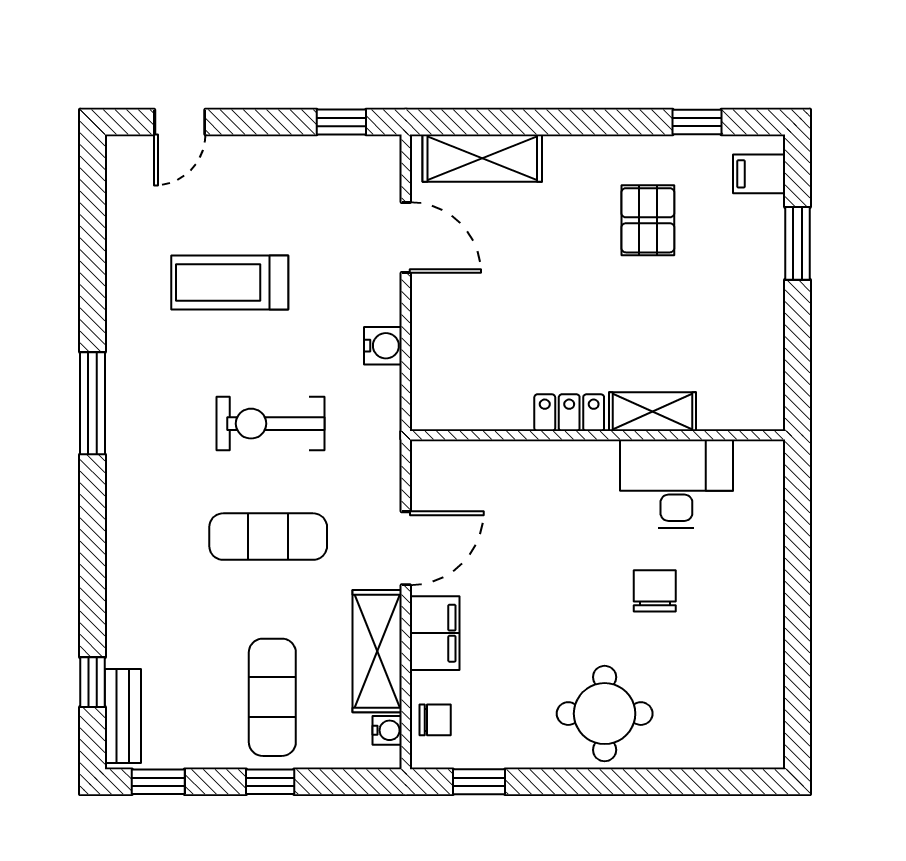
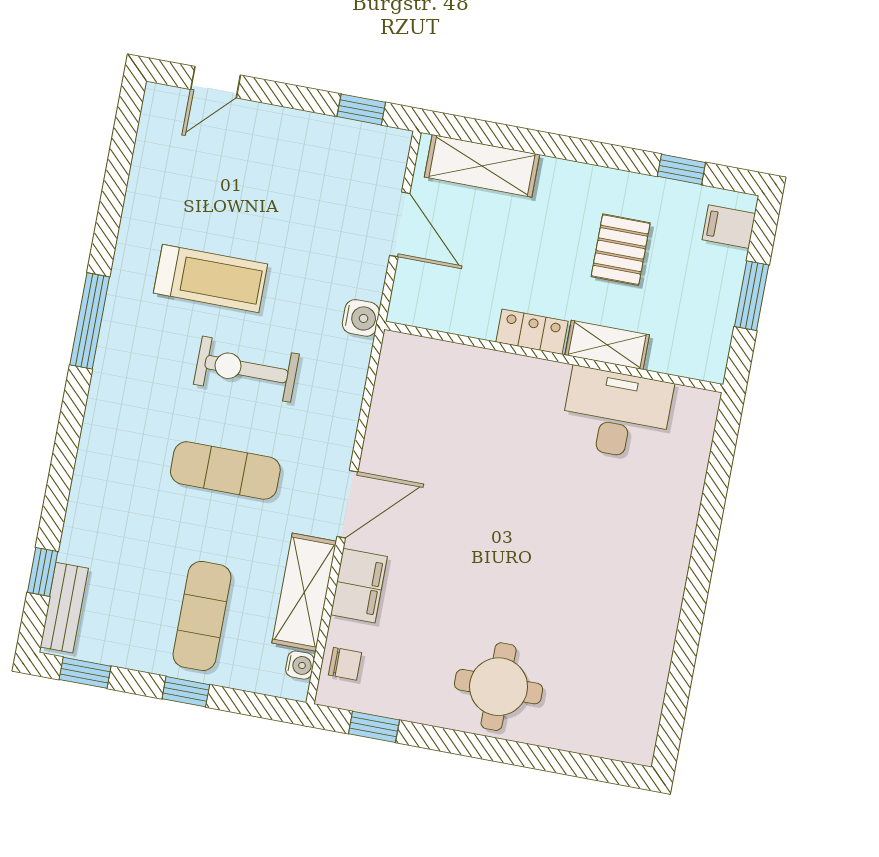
treadmill: (230, 283) -> (211, 279), moved, turned 180
shelving: (653, 412) -> (607, 345), moved
locker: (569, 413) -> (532, 332), moved
wall: (598, 435) -> (554, 357), moved
desk: (676, 484) -> (617, 414), moved
chair: (655, 591) -> (564, 585), removed

